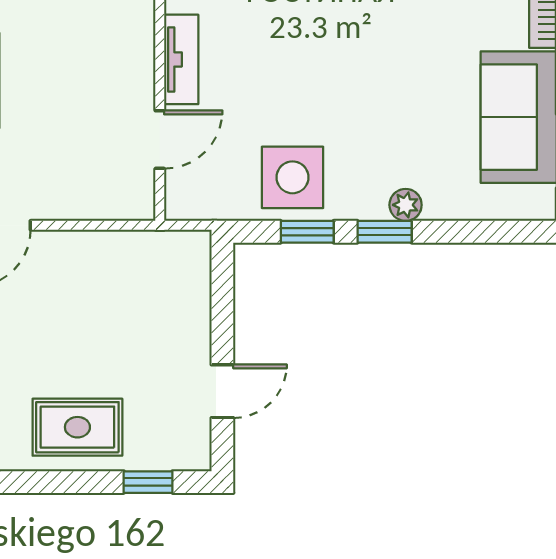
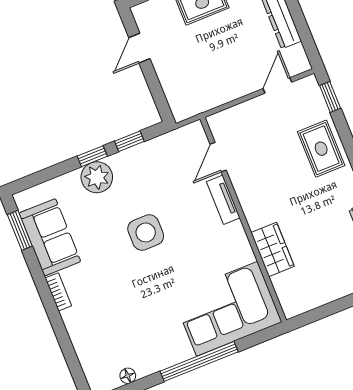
side table: (292, 177) -> (146, 232), moved
plant: (406, 205) -> (97, 177), width x1.88, depth x1.88

